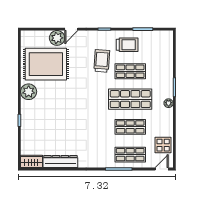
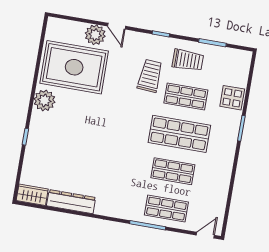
door: (71, 29) -> (117, 26), hinge flipped
plant: (169, 103) -> (230, 148), removed
display table: (163, 145) -> (232, 98), moved

